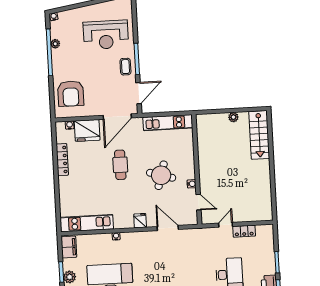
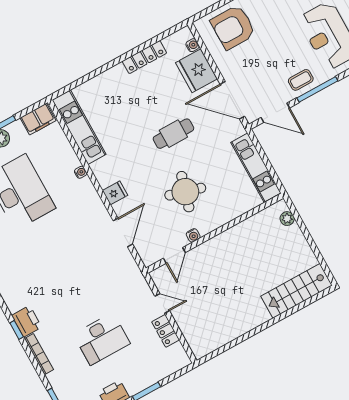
plant: (233, 117) -> (287, 219), moved

